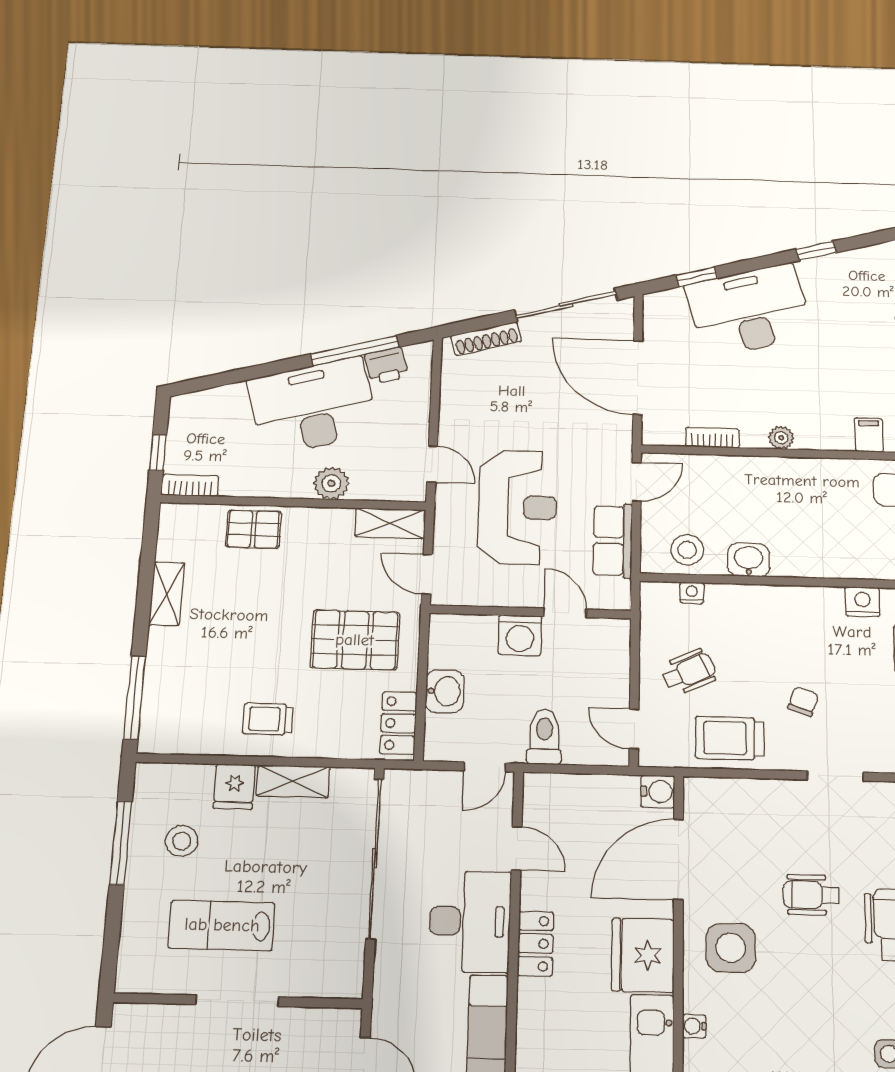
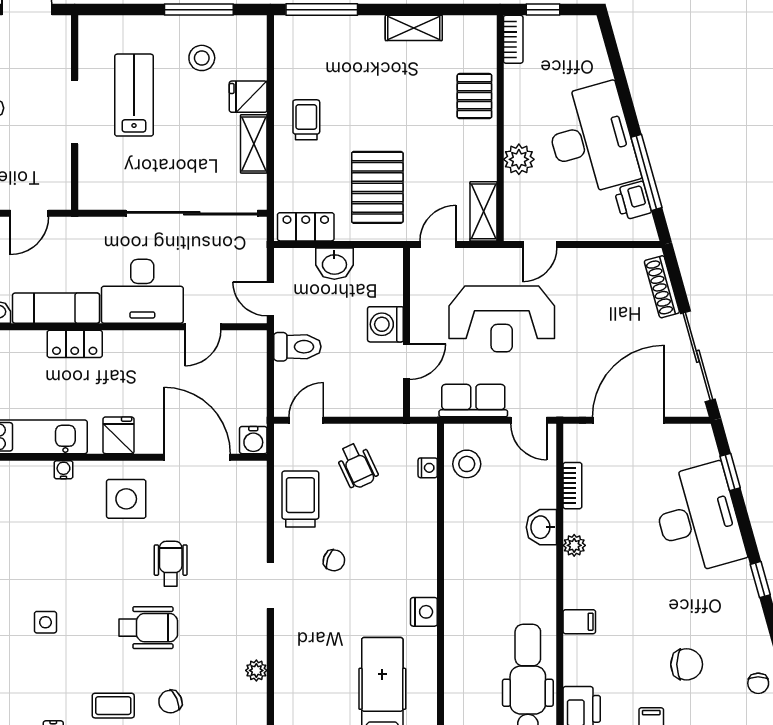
washbasin: (749, 560) -> (541, 527), moved, turned 180
locker: (536, 944) -> (75, 344), moved
fridge: (643, 955) -> (119, 435), width x0.53, depth x0.75

